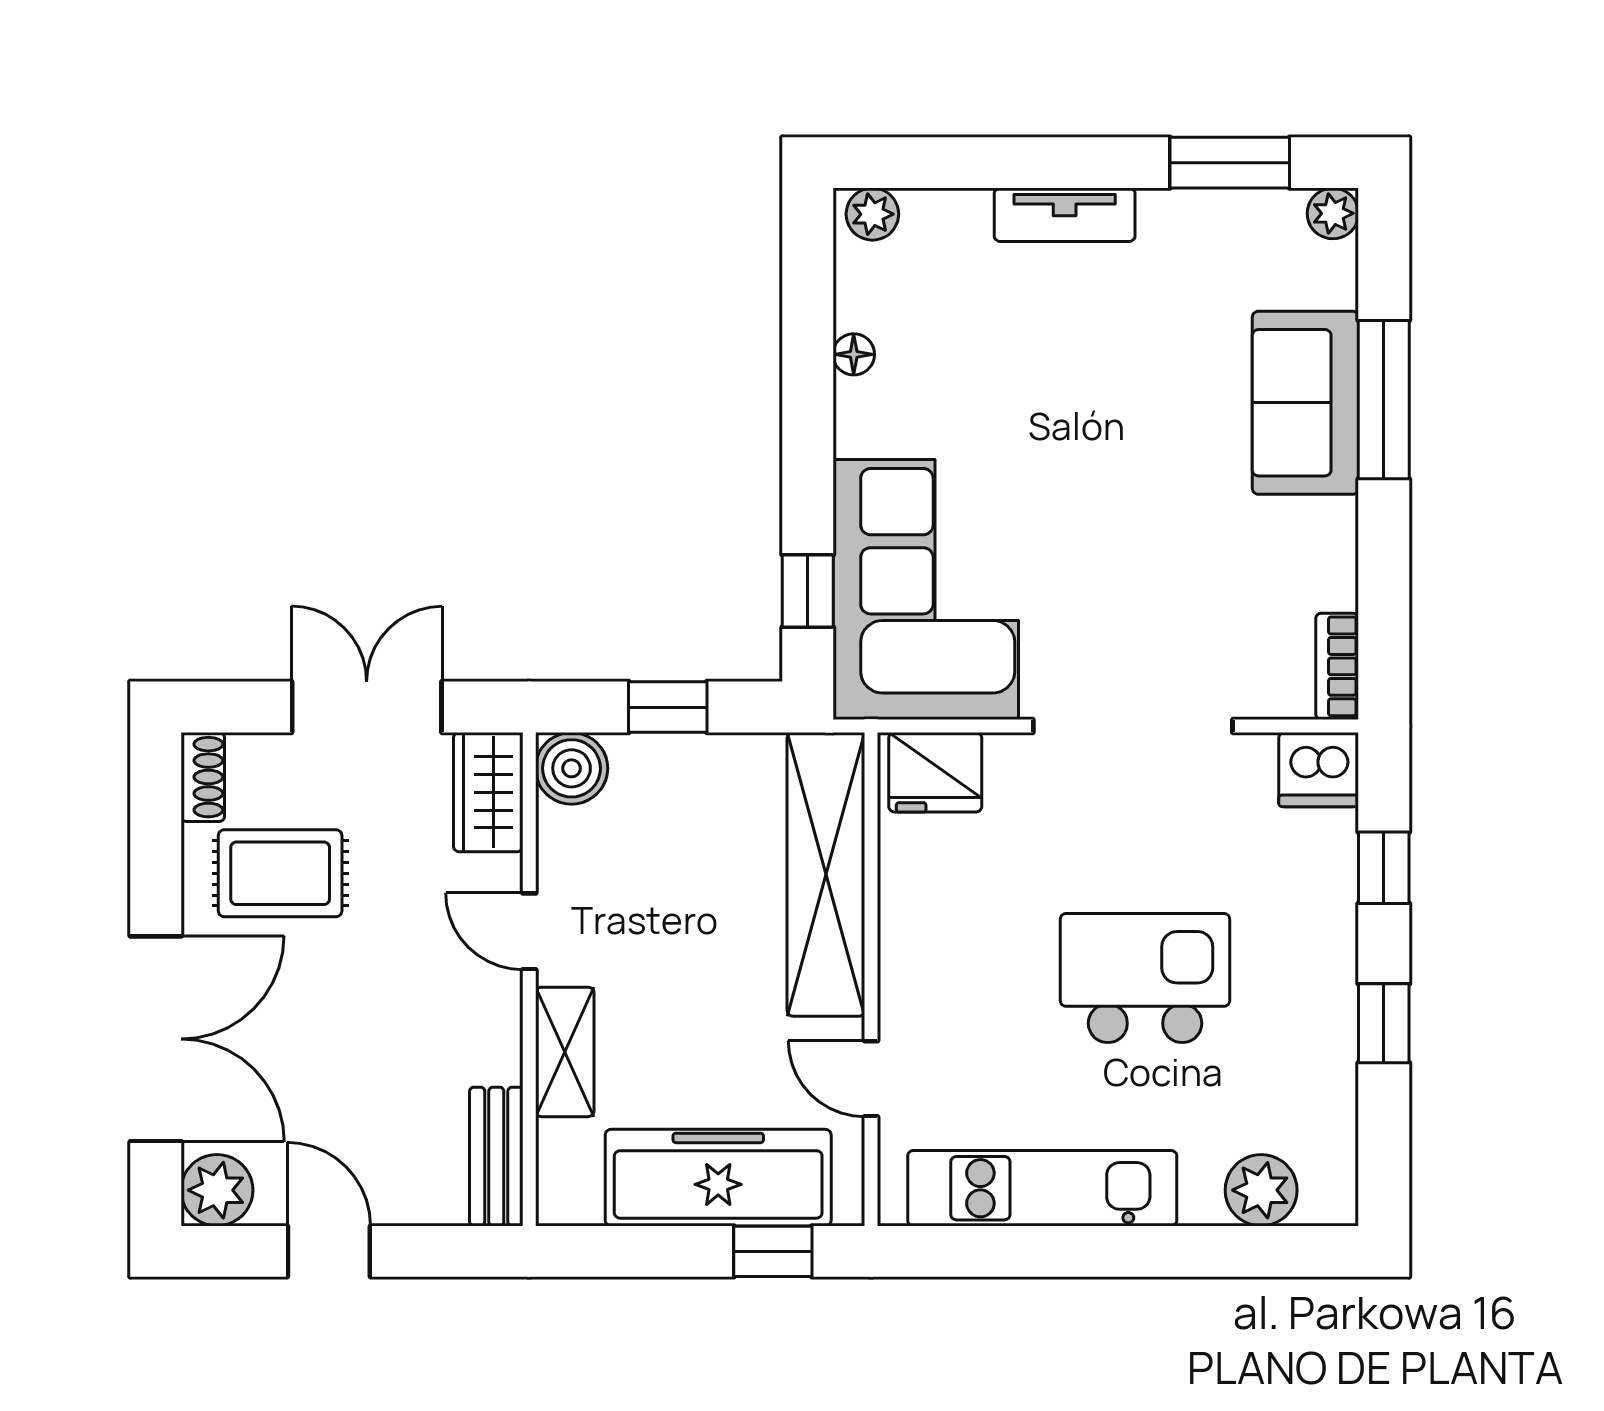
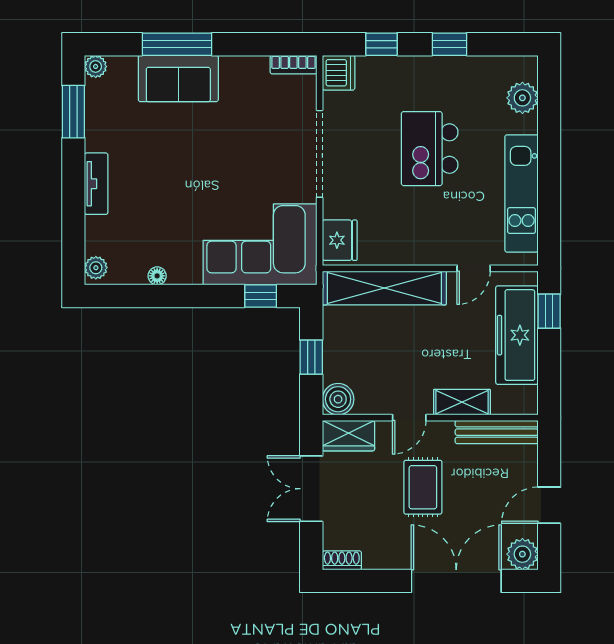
rug: (280, 873) -> (423, 487), moved
bench: (496, 1157) -> (497, 432), width x1.36

